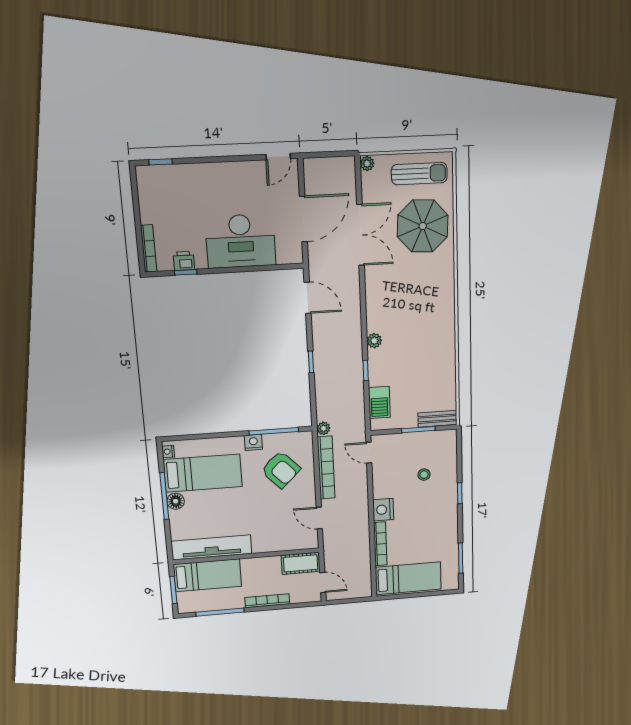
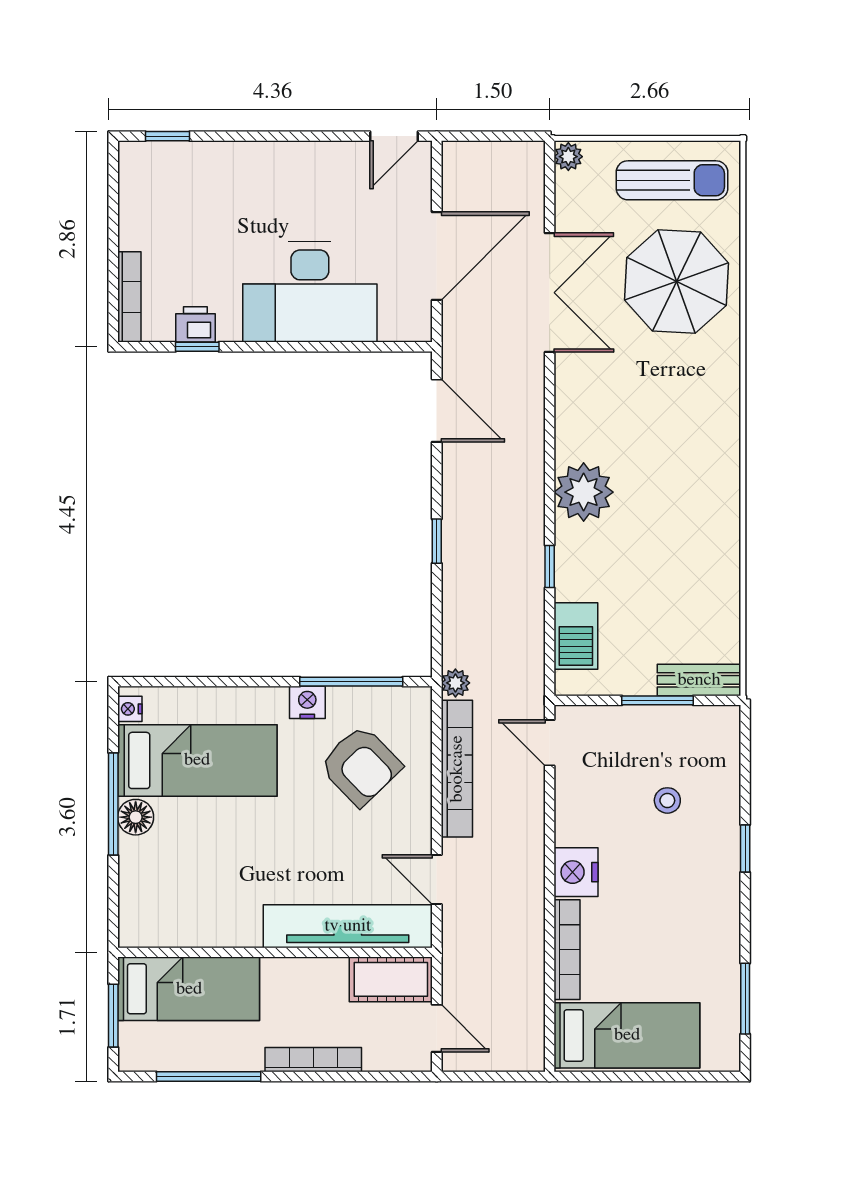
plant: (374, 341) -> (584, 492), width x1.88, depth x1.88
tv unit: (212, 547) -> (348, 926), moved

